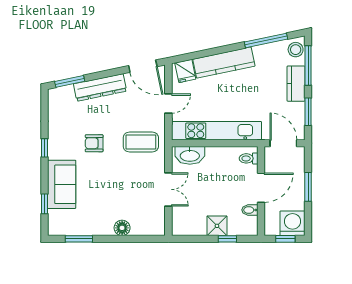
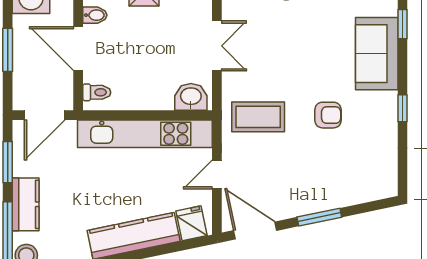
window: (70, 81) -> (319, 217), moved
dresser: (100, 88) -> (319, 199), removed
door: (283, 143) -> (45, 115), hinge flipped
washbasin: (190, 155) -> (191, 97), width x0.72
door: (261, 188) -> (78, 49), hinge flipped
double door: (168, 189) -> (217, 46), swing flipped

